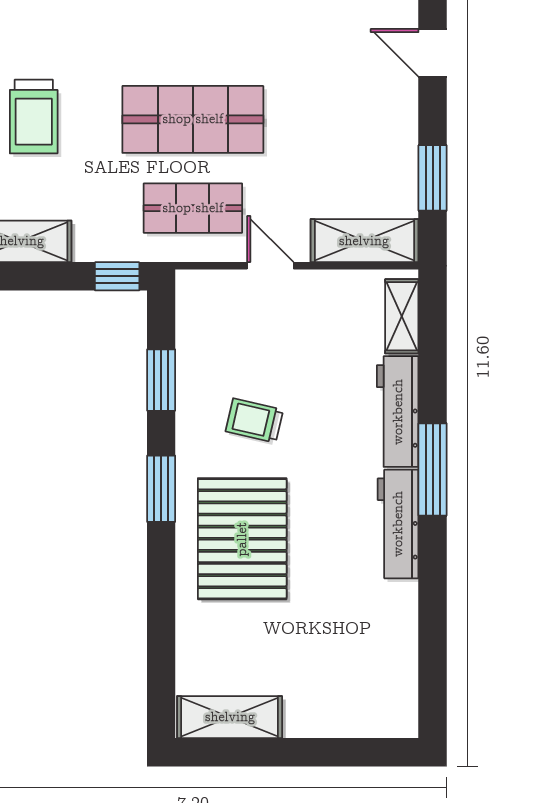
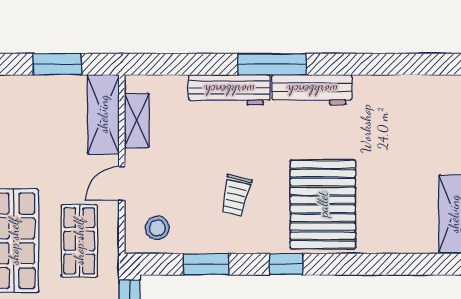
stool: (210, 314) -> (157, 228), added
shelving: (402, 316) -> (137, 120), moved, turned 90
window: (161, 489) -> (286, 264), width x0.67
pallet: (242, 539) -> (323, 204), turned 90

